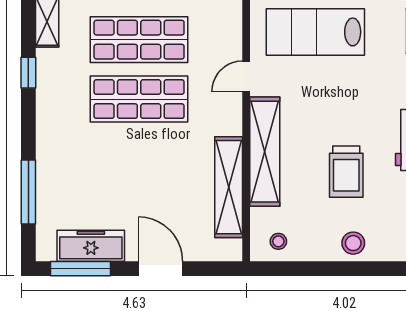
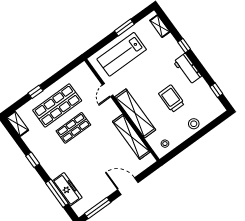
window: (28, 73) -> (33, 160), moved
shop shelf: (139, 99) -> (73, 128), width x0.70, depth x0.74
trolley: (346, 172) -> (172, 99), turned 180
freezer: (91, 246) -> (67, 189), moved, turned 90

